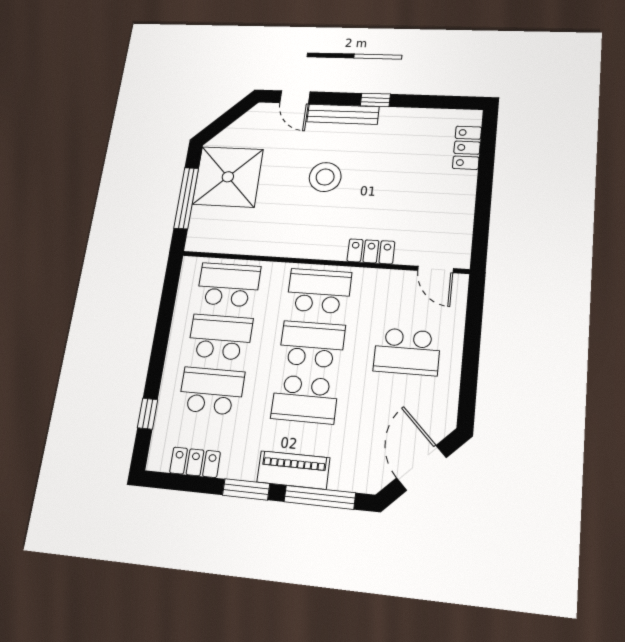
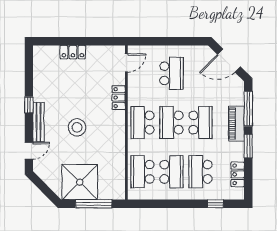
locker: (467, 148) -> (73, 52), moved
school desk: (220, 337) -> (171, 172), turned 180

